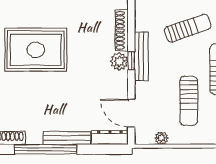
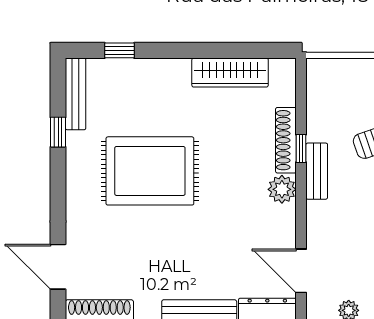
bench: (141, 56) -> (317, 171), width x0.73
window: (131, 61) -> (301, 148), moved

